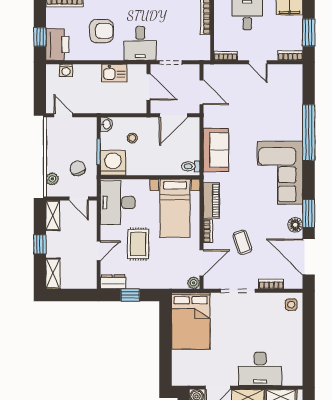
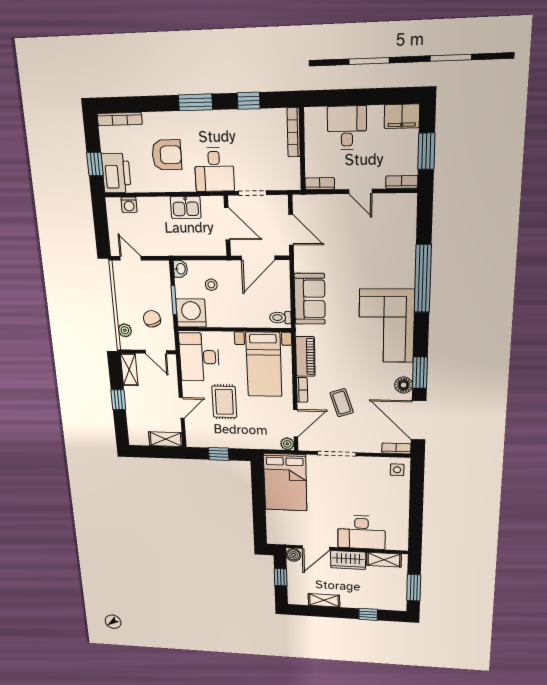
shelving: (53, 273) -> (166, 439), moved, turned 90
dresser: (113, 282) -> (199, 440), removed
bookcase: (271, 284) -> (396, 448), moved

